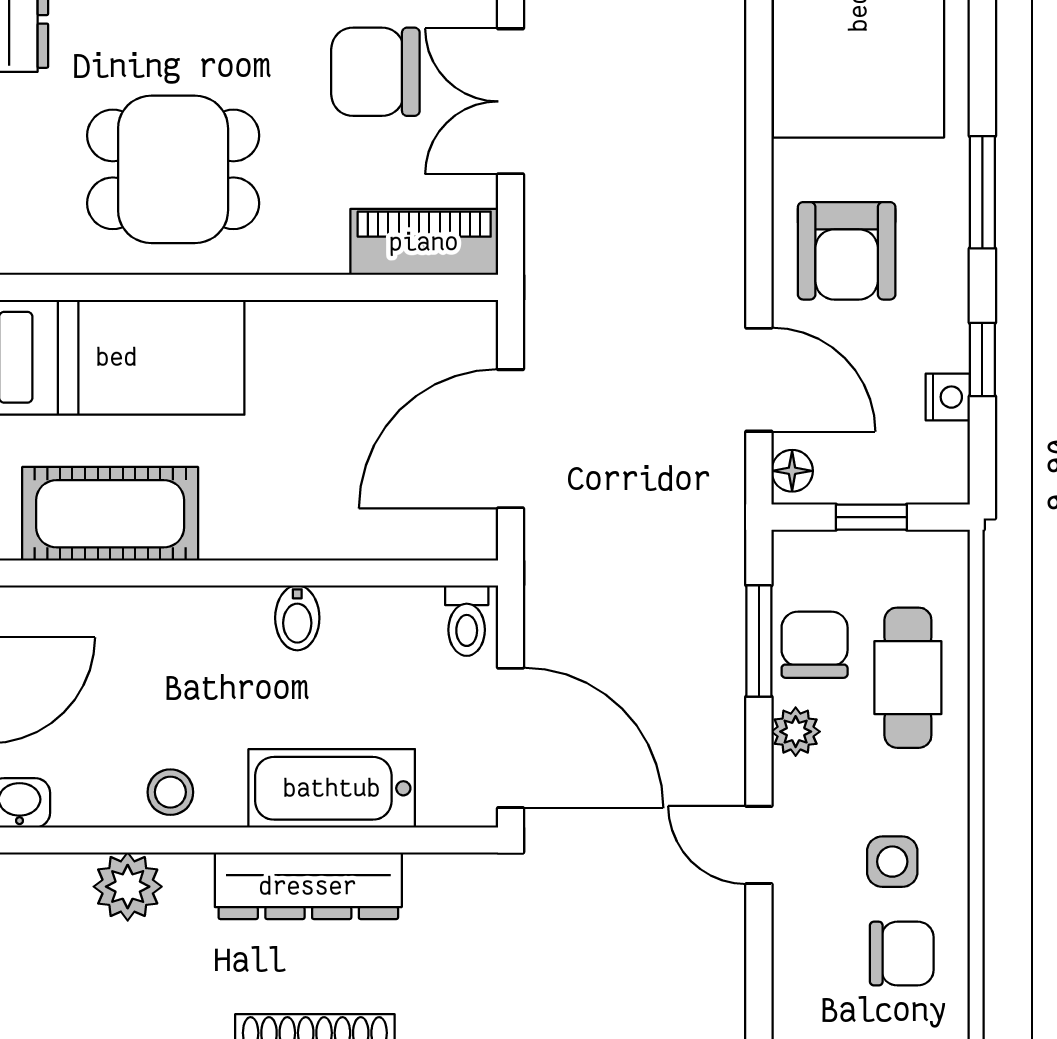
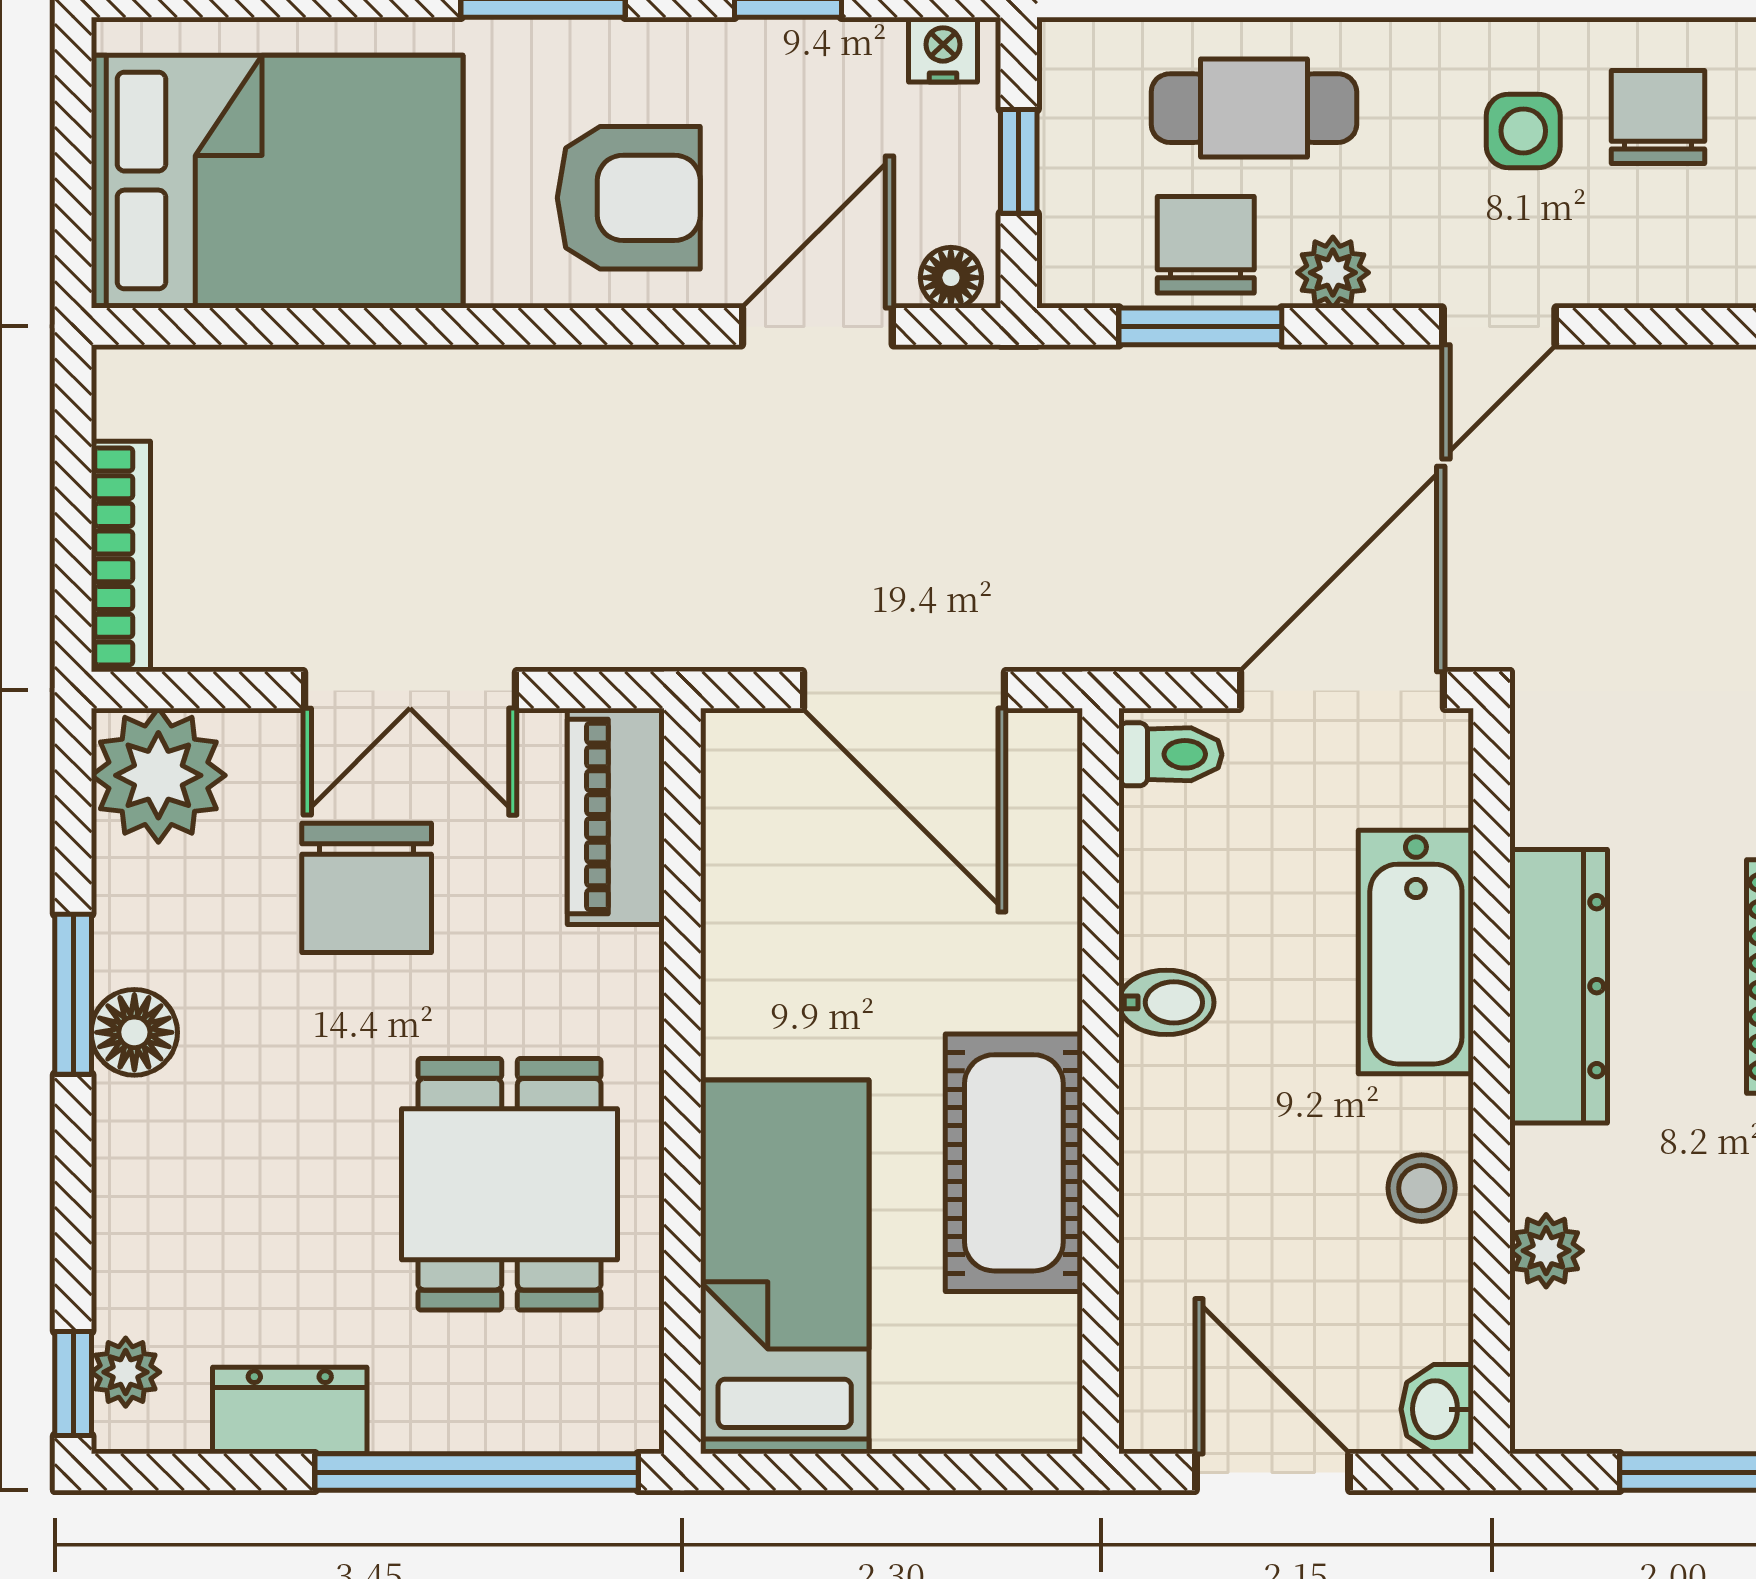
nightstand: (948, 397) -> (943, 50), moved
cot: (110, 514) -> (1014, 1163), moved
chair: (815, 645) -> (1206, 245), turned 90
plant: (128, 887) -> (1546, 1251), width x0.73, depth x0.73

